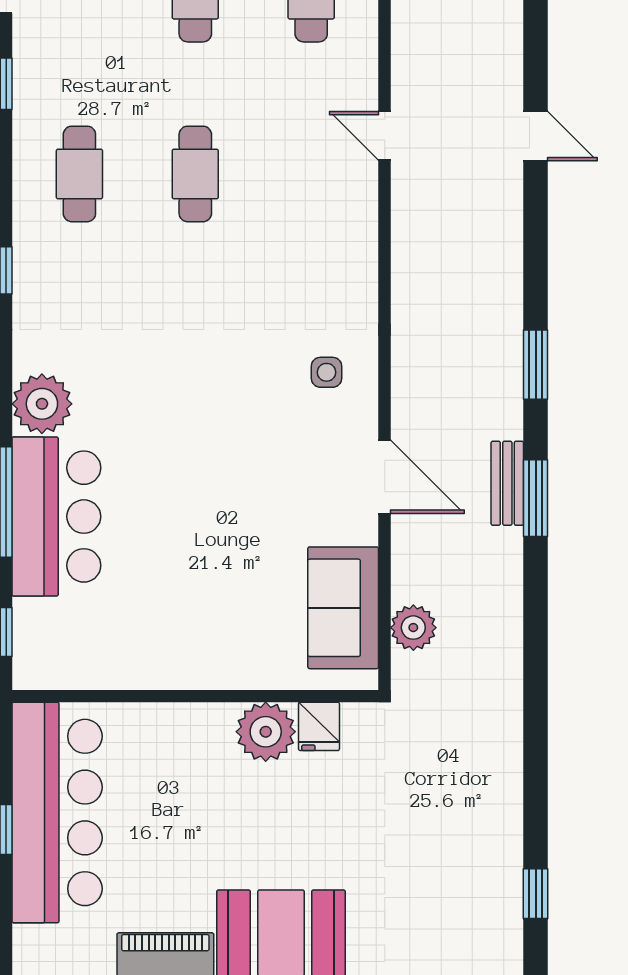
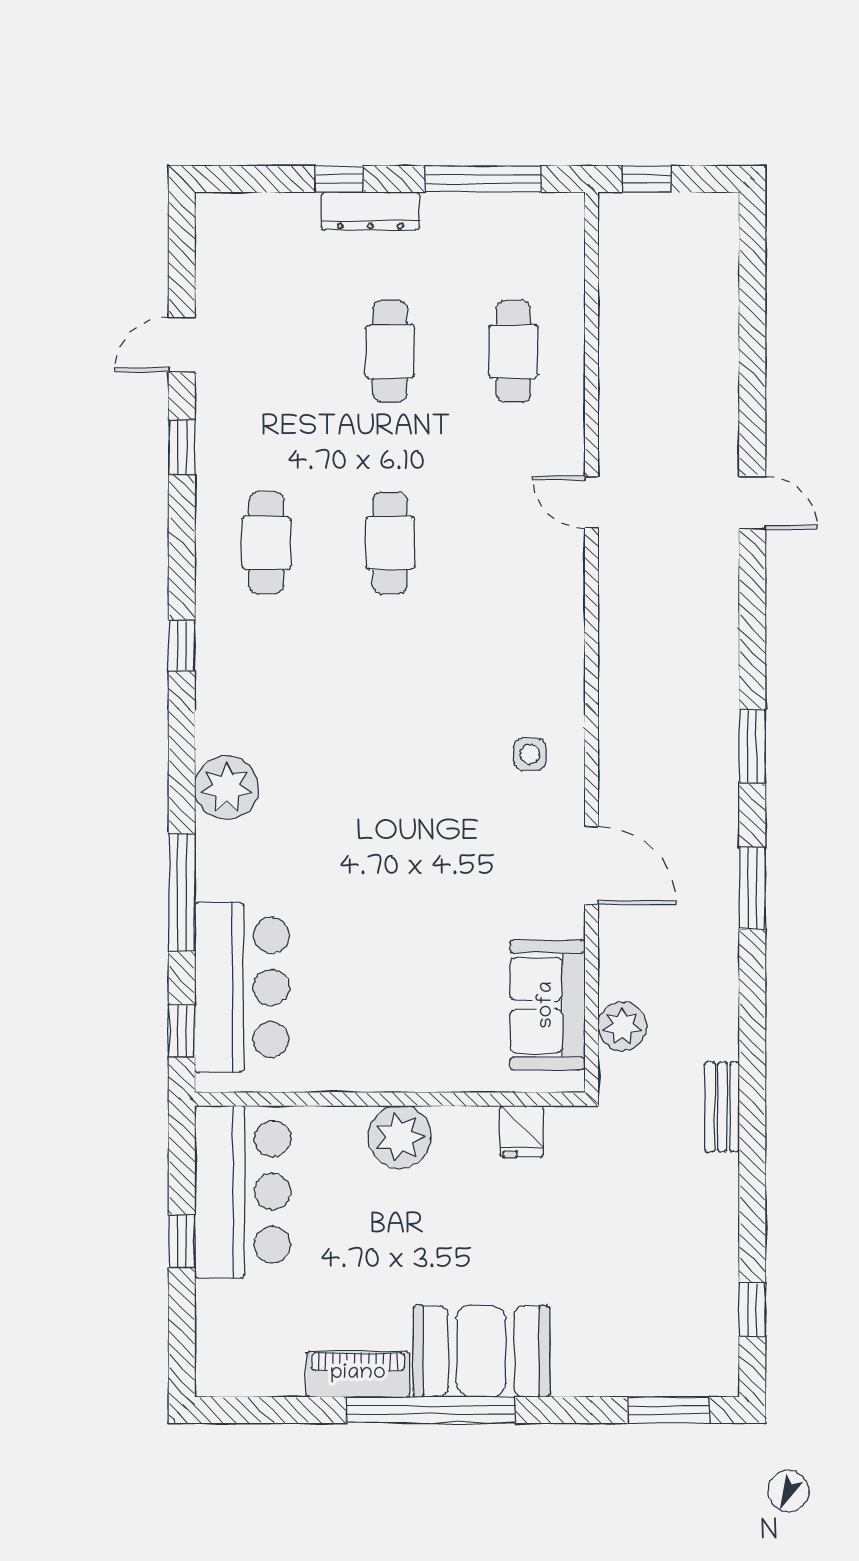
bench: (507, 483) -> (722, 1107), moved
bar counter: (56, 517) -> (242, 987), moved
plant: (266, 732) -> (399, 1137), moved
bar counter: (57, 812) -> (243, 1192), width x0.73

